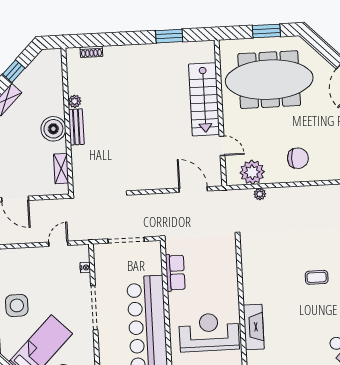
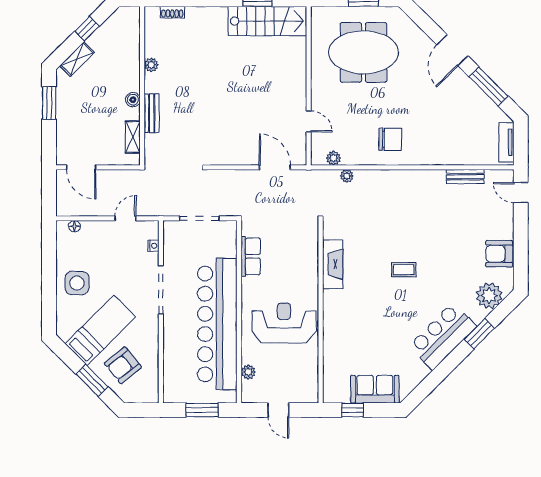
meeting table: (269, 80) -> (364, 52), width x0.73
stairs: (204, 99) -> (267, 21), moved, turned -90
bench: (76, 127) -> (152, 113), moved
boiler: (53, 129) -> (133, 100), width x0.54, depth x0.54
plant: (252, 172) -> (333, 158), width x0.53, depth x0.53
floor lamp: (12, 253) -> (74, 226), added
fireplace: (254, 327) -> (333, 264), moved

